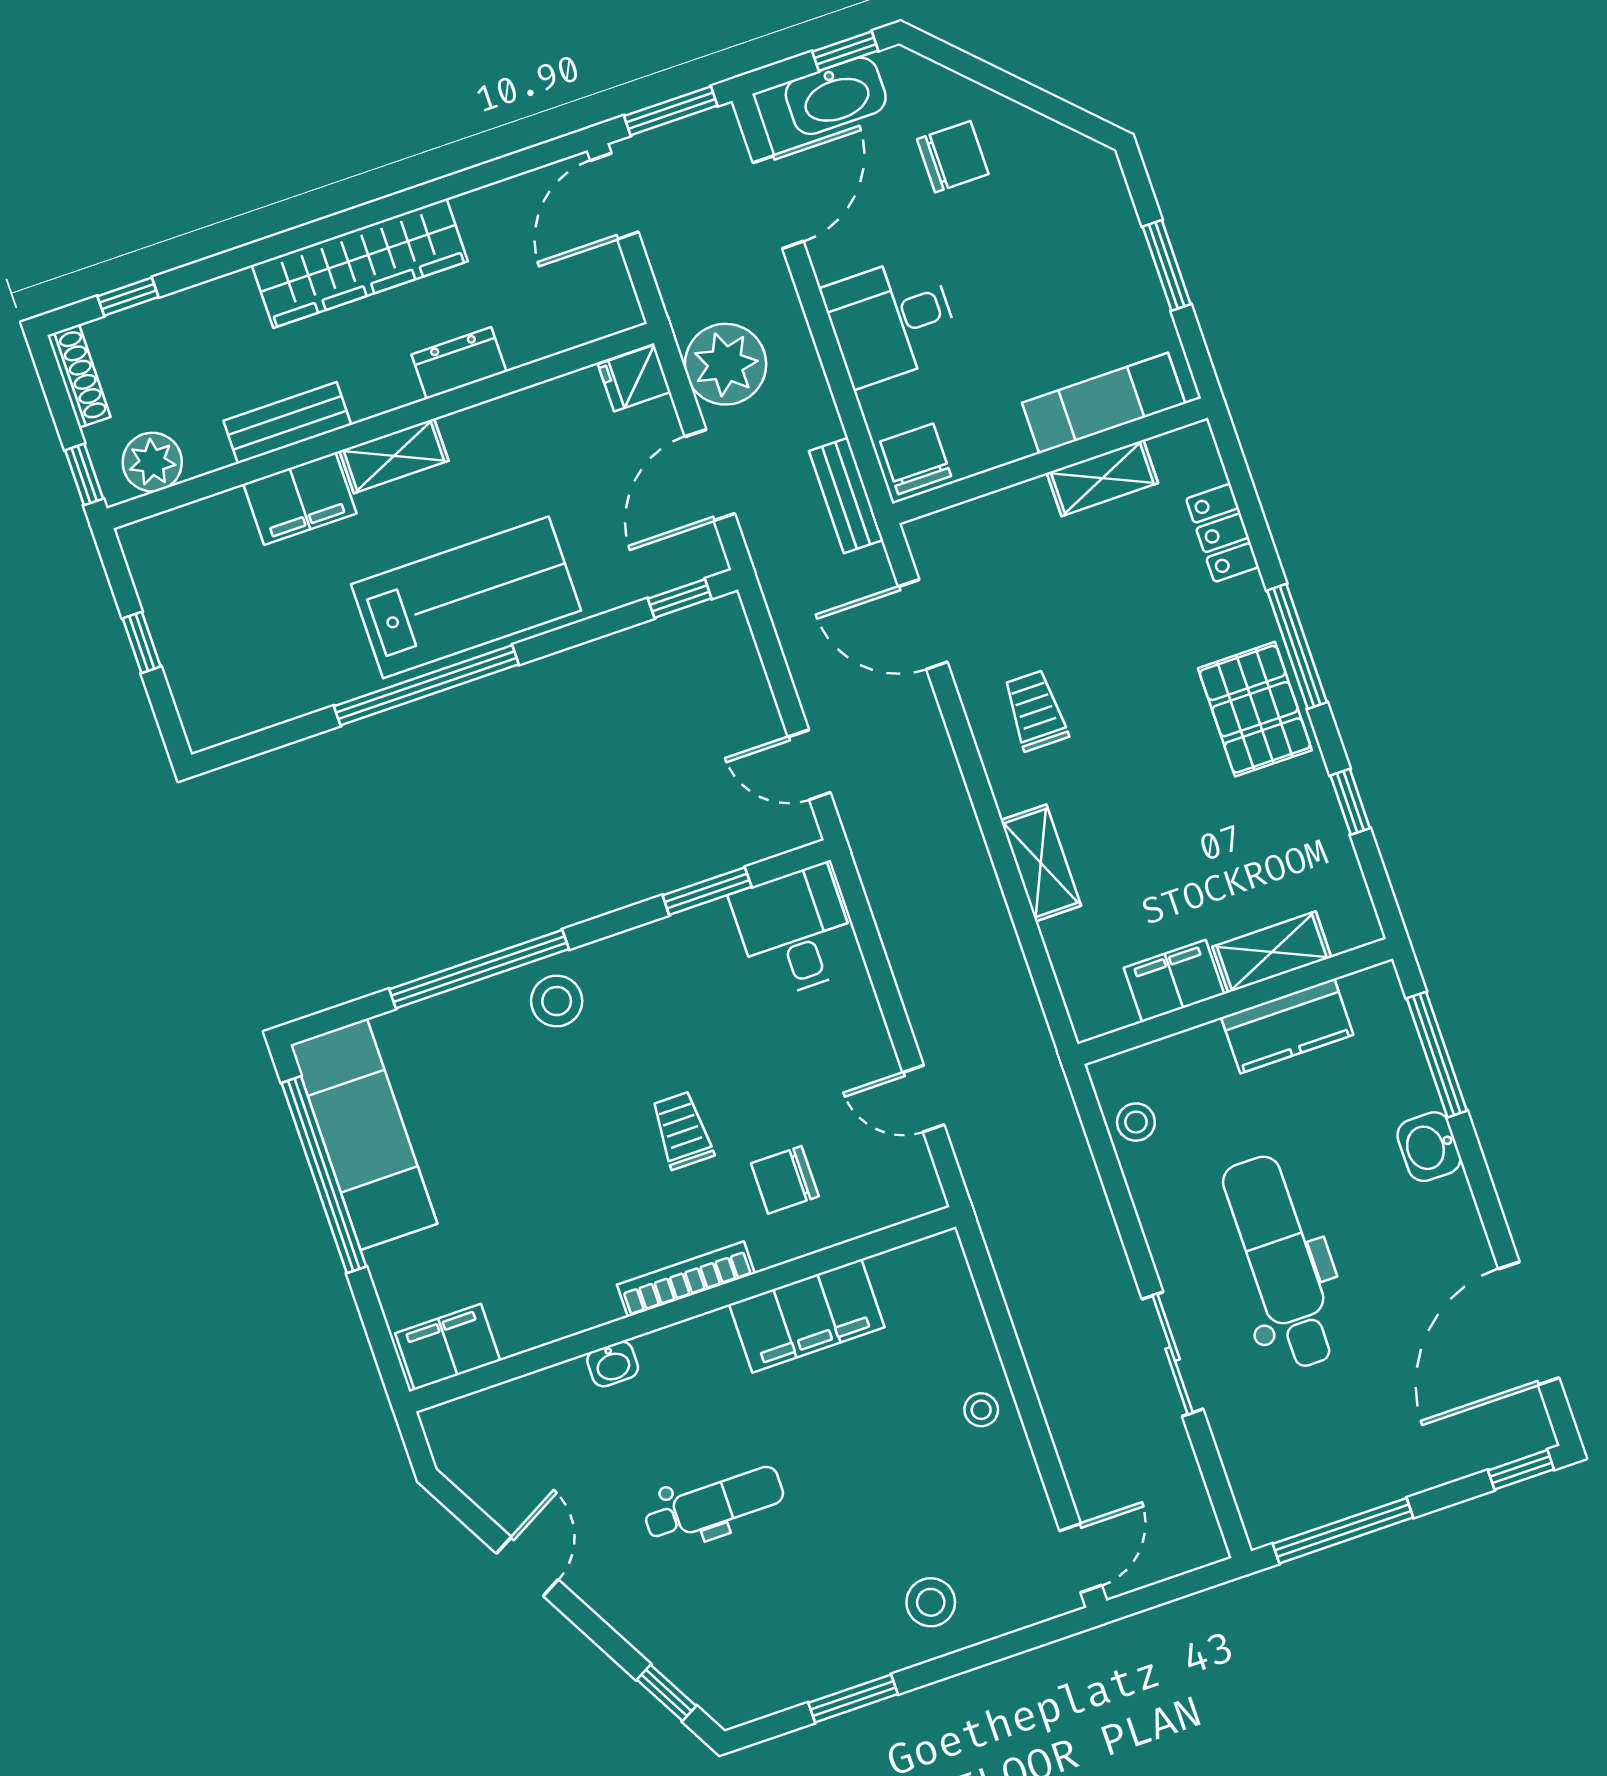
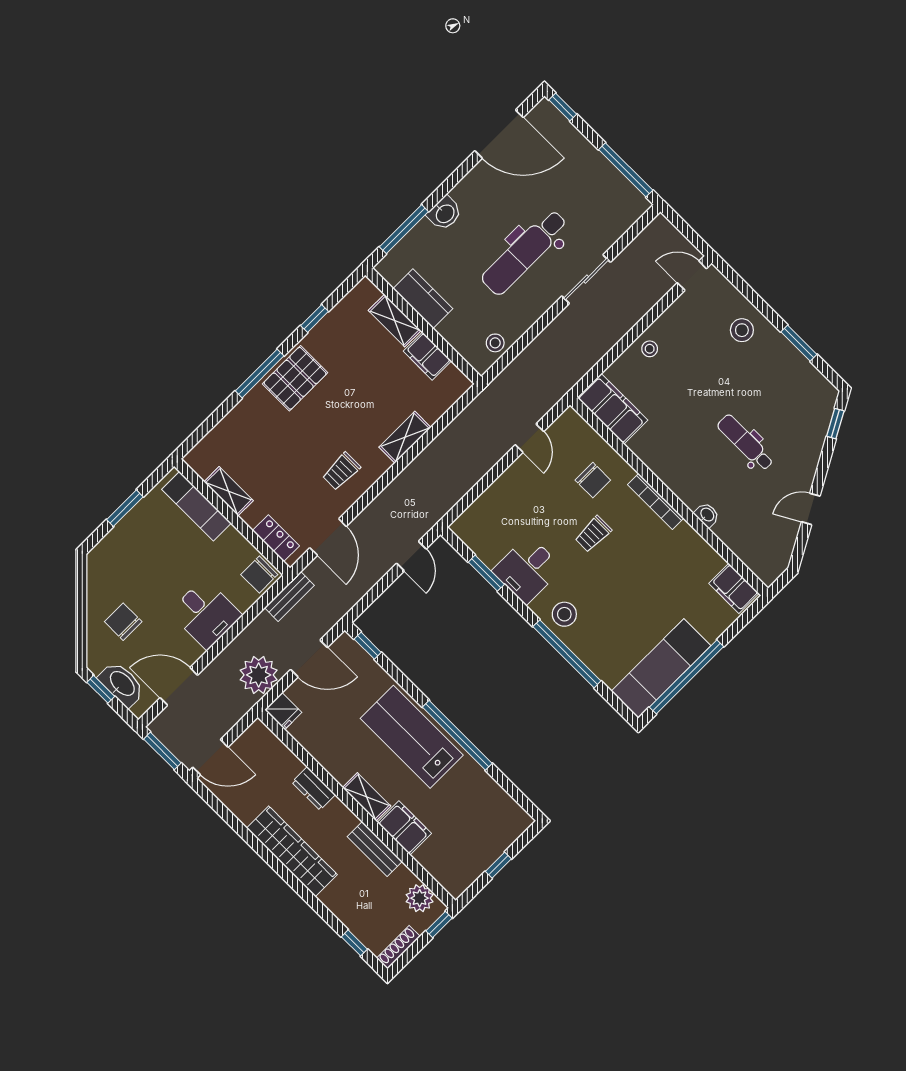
locker: (1222, 533) -> (276, 538), moved, turned -90
desk: (795, 931) -> (527, 570), moved
filing cabinet: (807, 1316) -> (612, 409), moved

